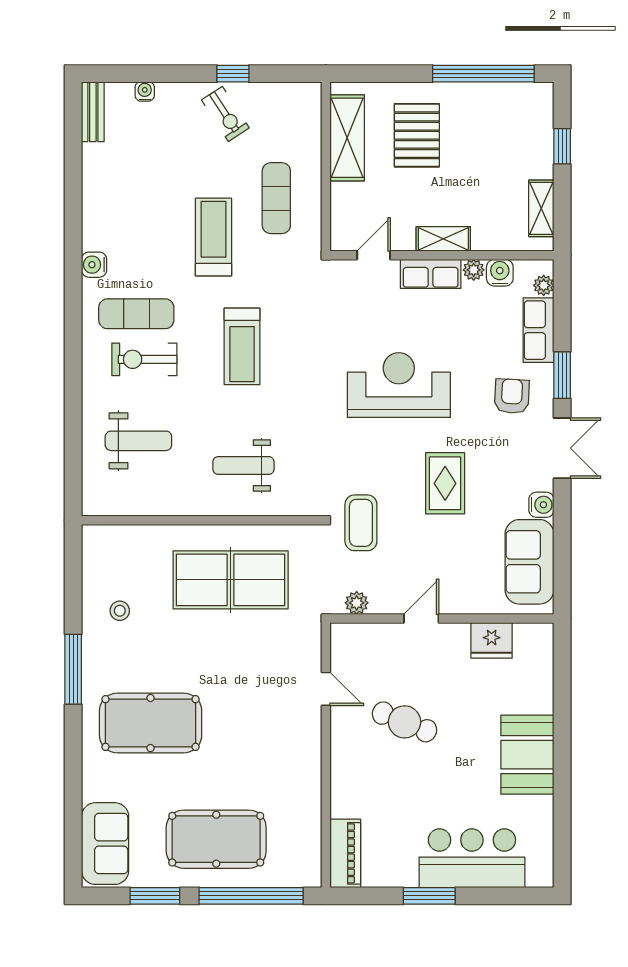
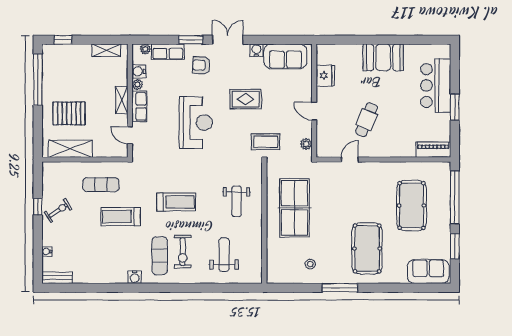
window: (562, 146) -> (63, 40), moved
reception desk: (399, 385) -> (196, 123), turned 180
pool table: (216, 839) -> (411, 205), moved

